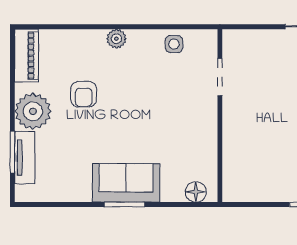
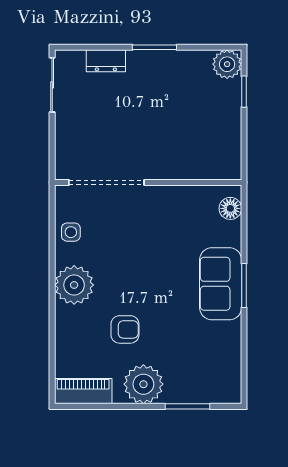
plant: (116, 39) -> (74, 285), width x1.87, depth x1.87
doorway: (220, 77) -> (106, 183), width x1.88
tv unit: (25, 158) -> (193, 393), removed

